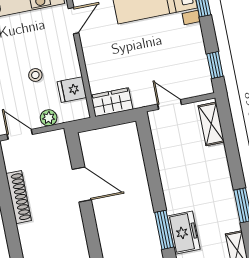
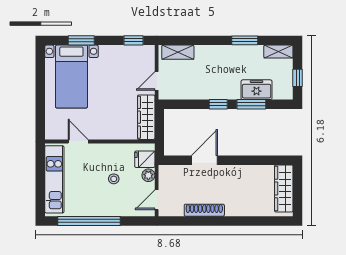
fridge: (72, 90) -> (145, 159), moved, turned 90
wardrobe: (112, 102) -> (146, 117), width x1.50
window: (156, 188) -> (218, 104), added

